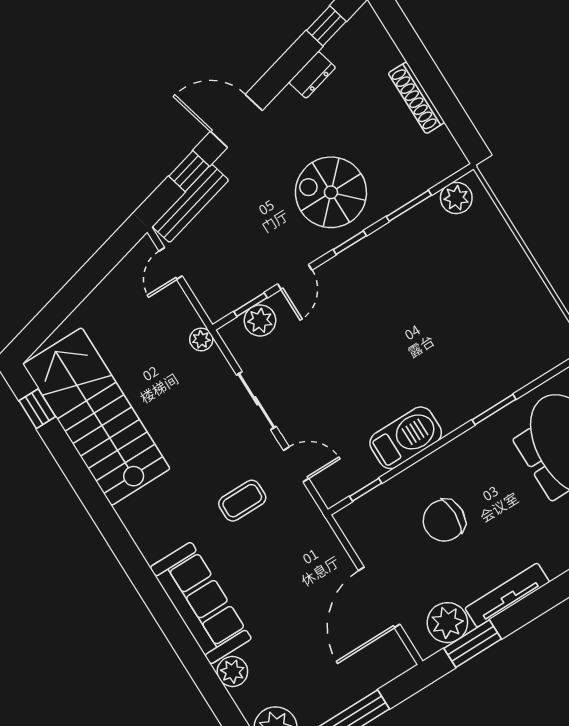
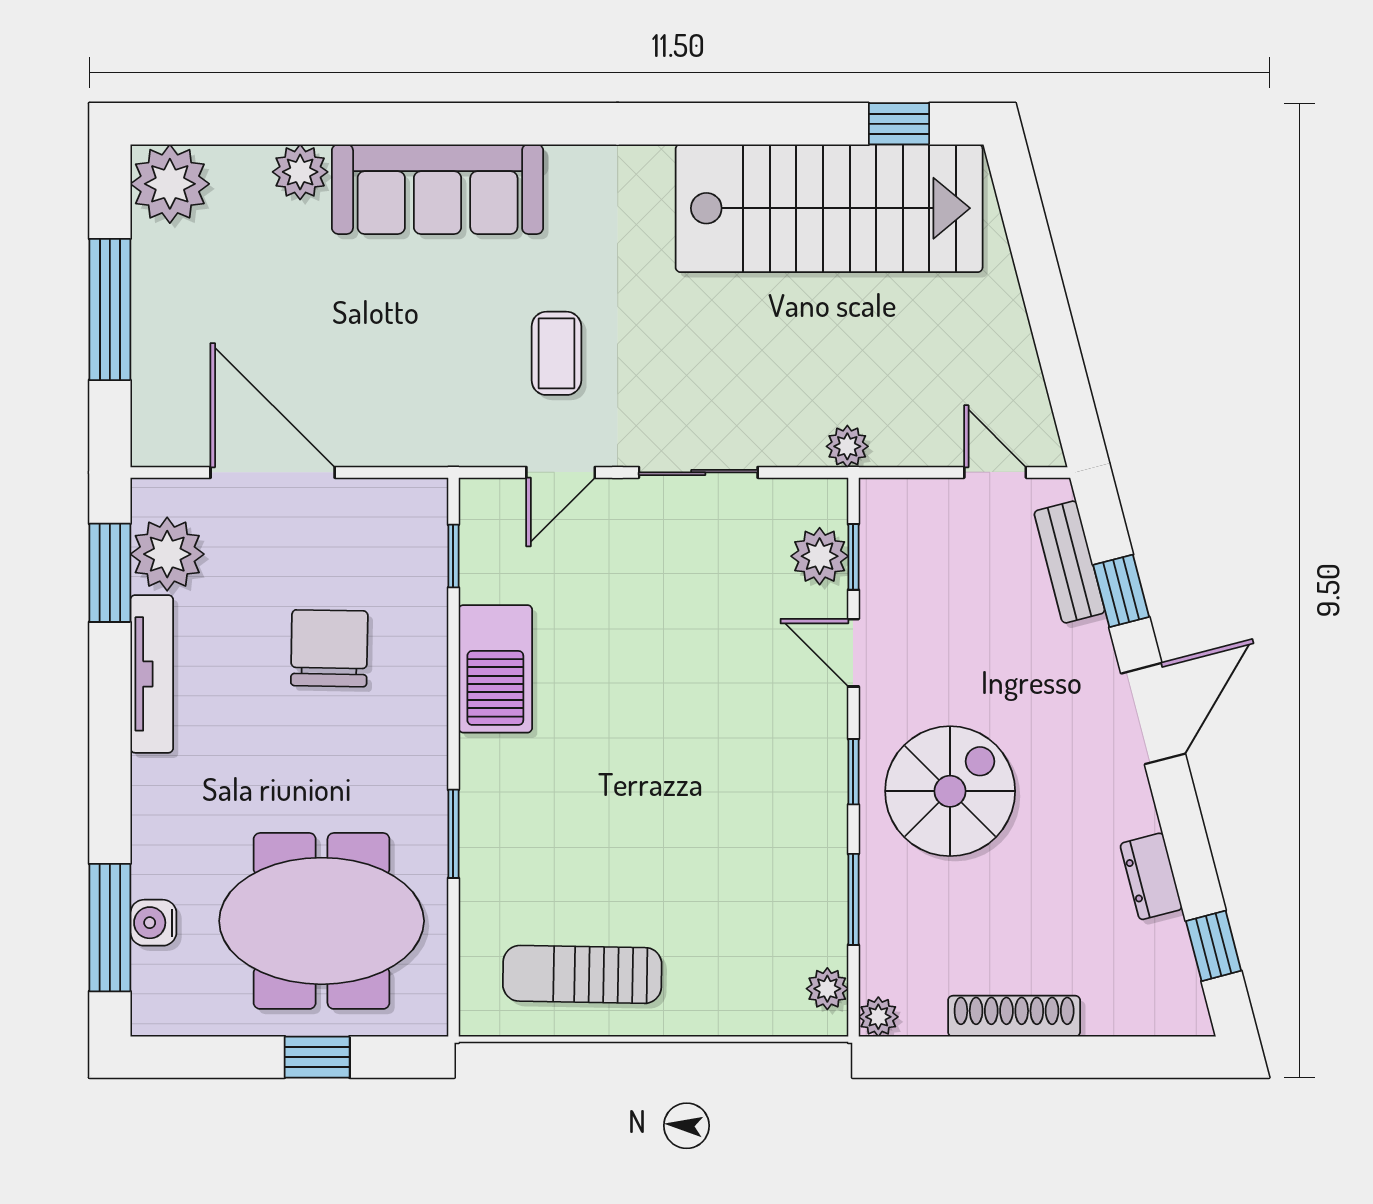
plant: (456, 160) -> (878, 1017), added
plant: (456, 198) -> (827, 989), width x0.73, depth x0.73
bench: (191, 203) -> (1069, 562), width x0.73
sun lounger: (522, 309) -> (582, 974), added

